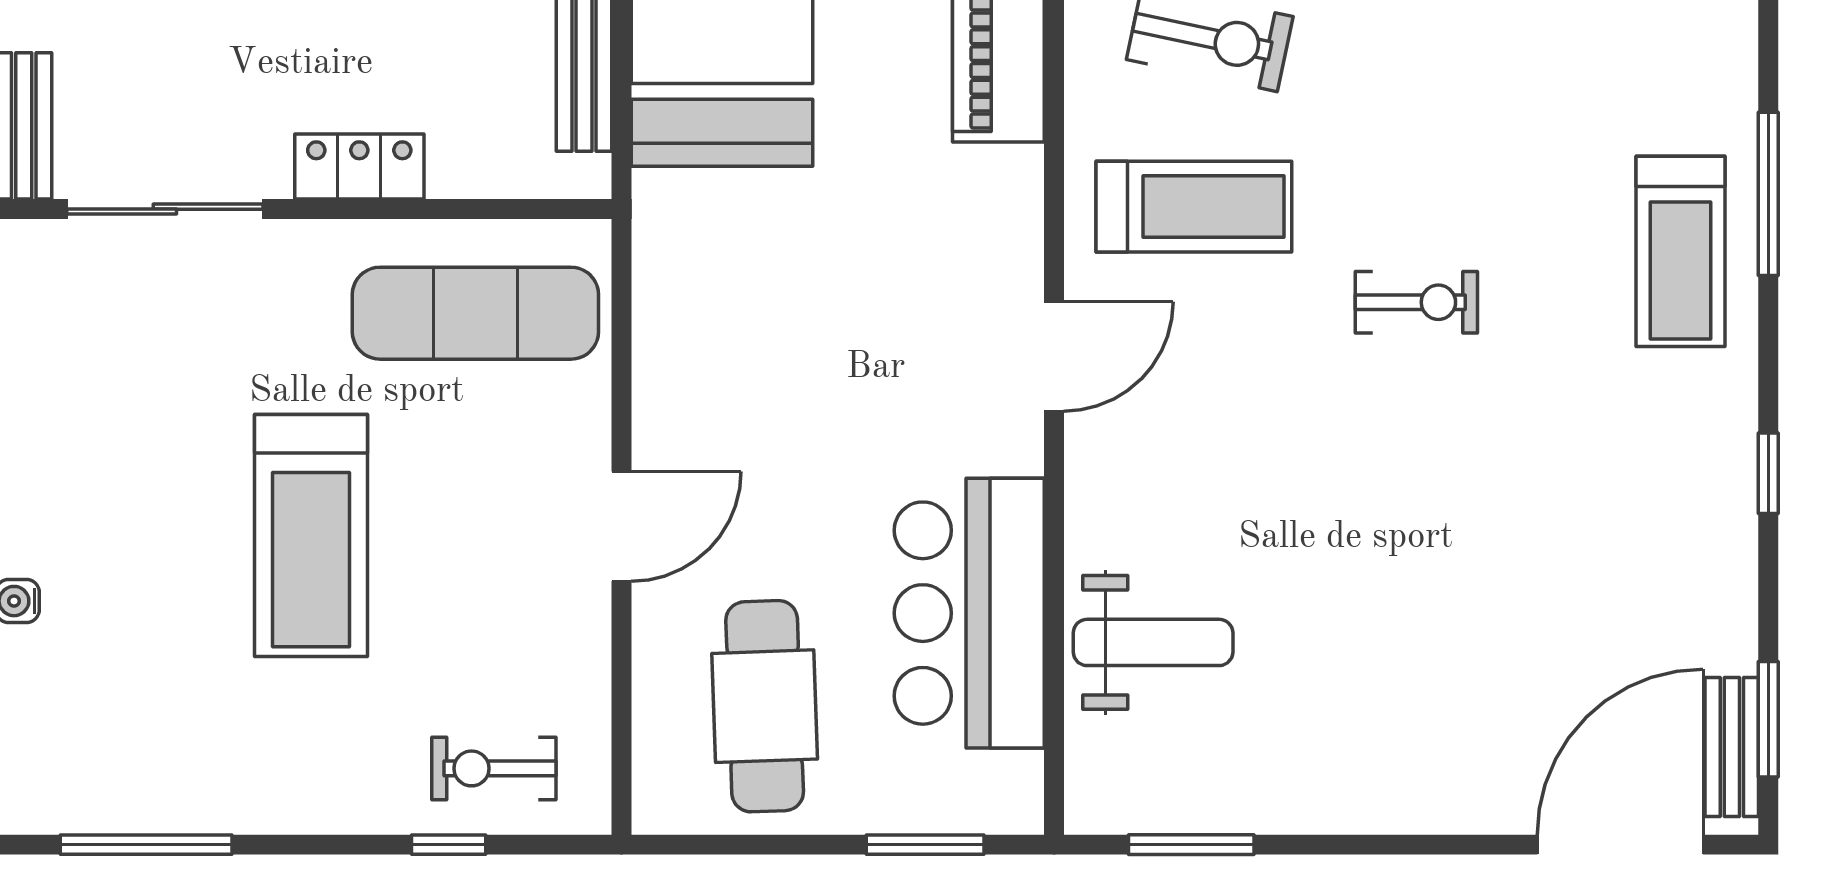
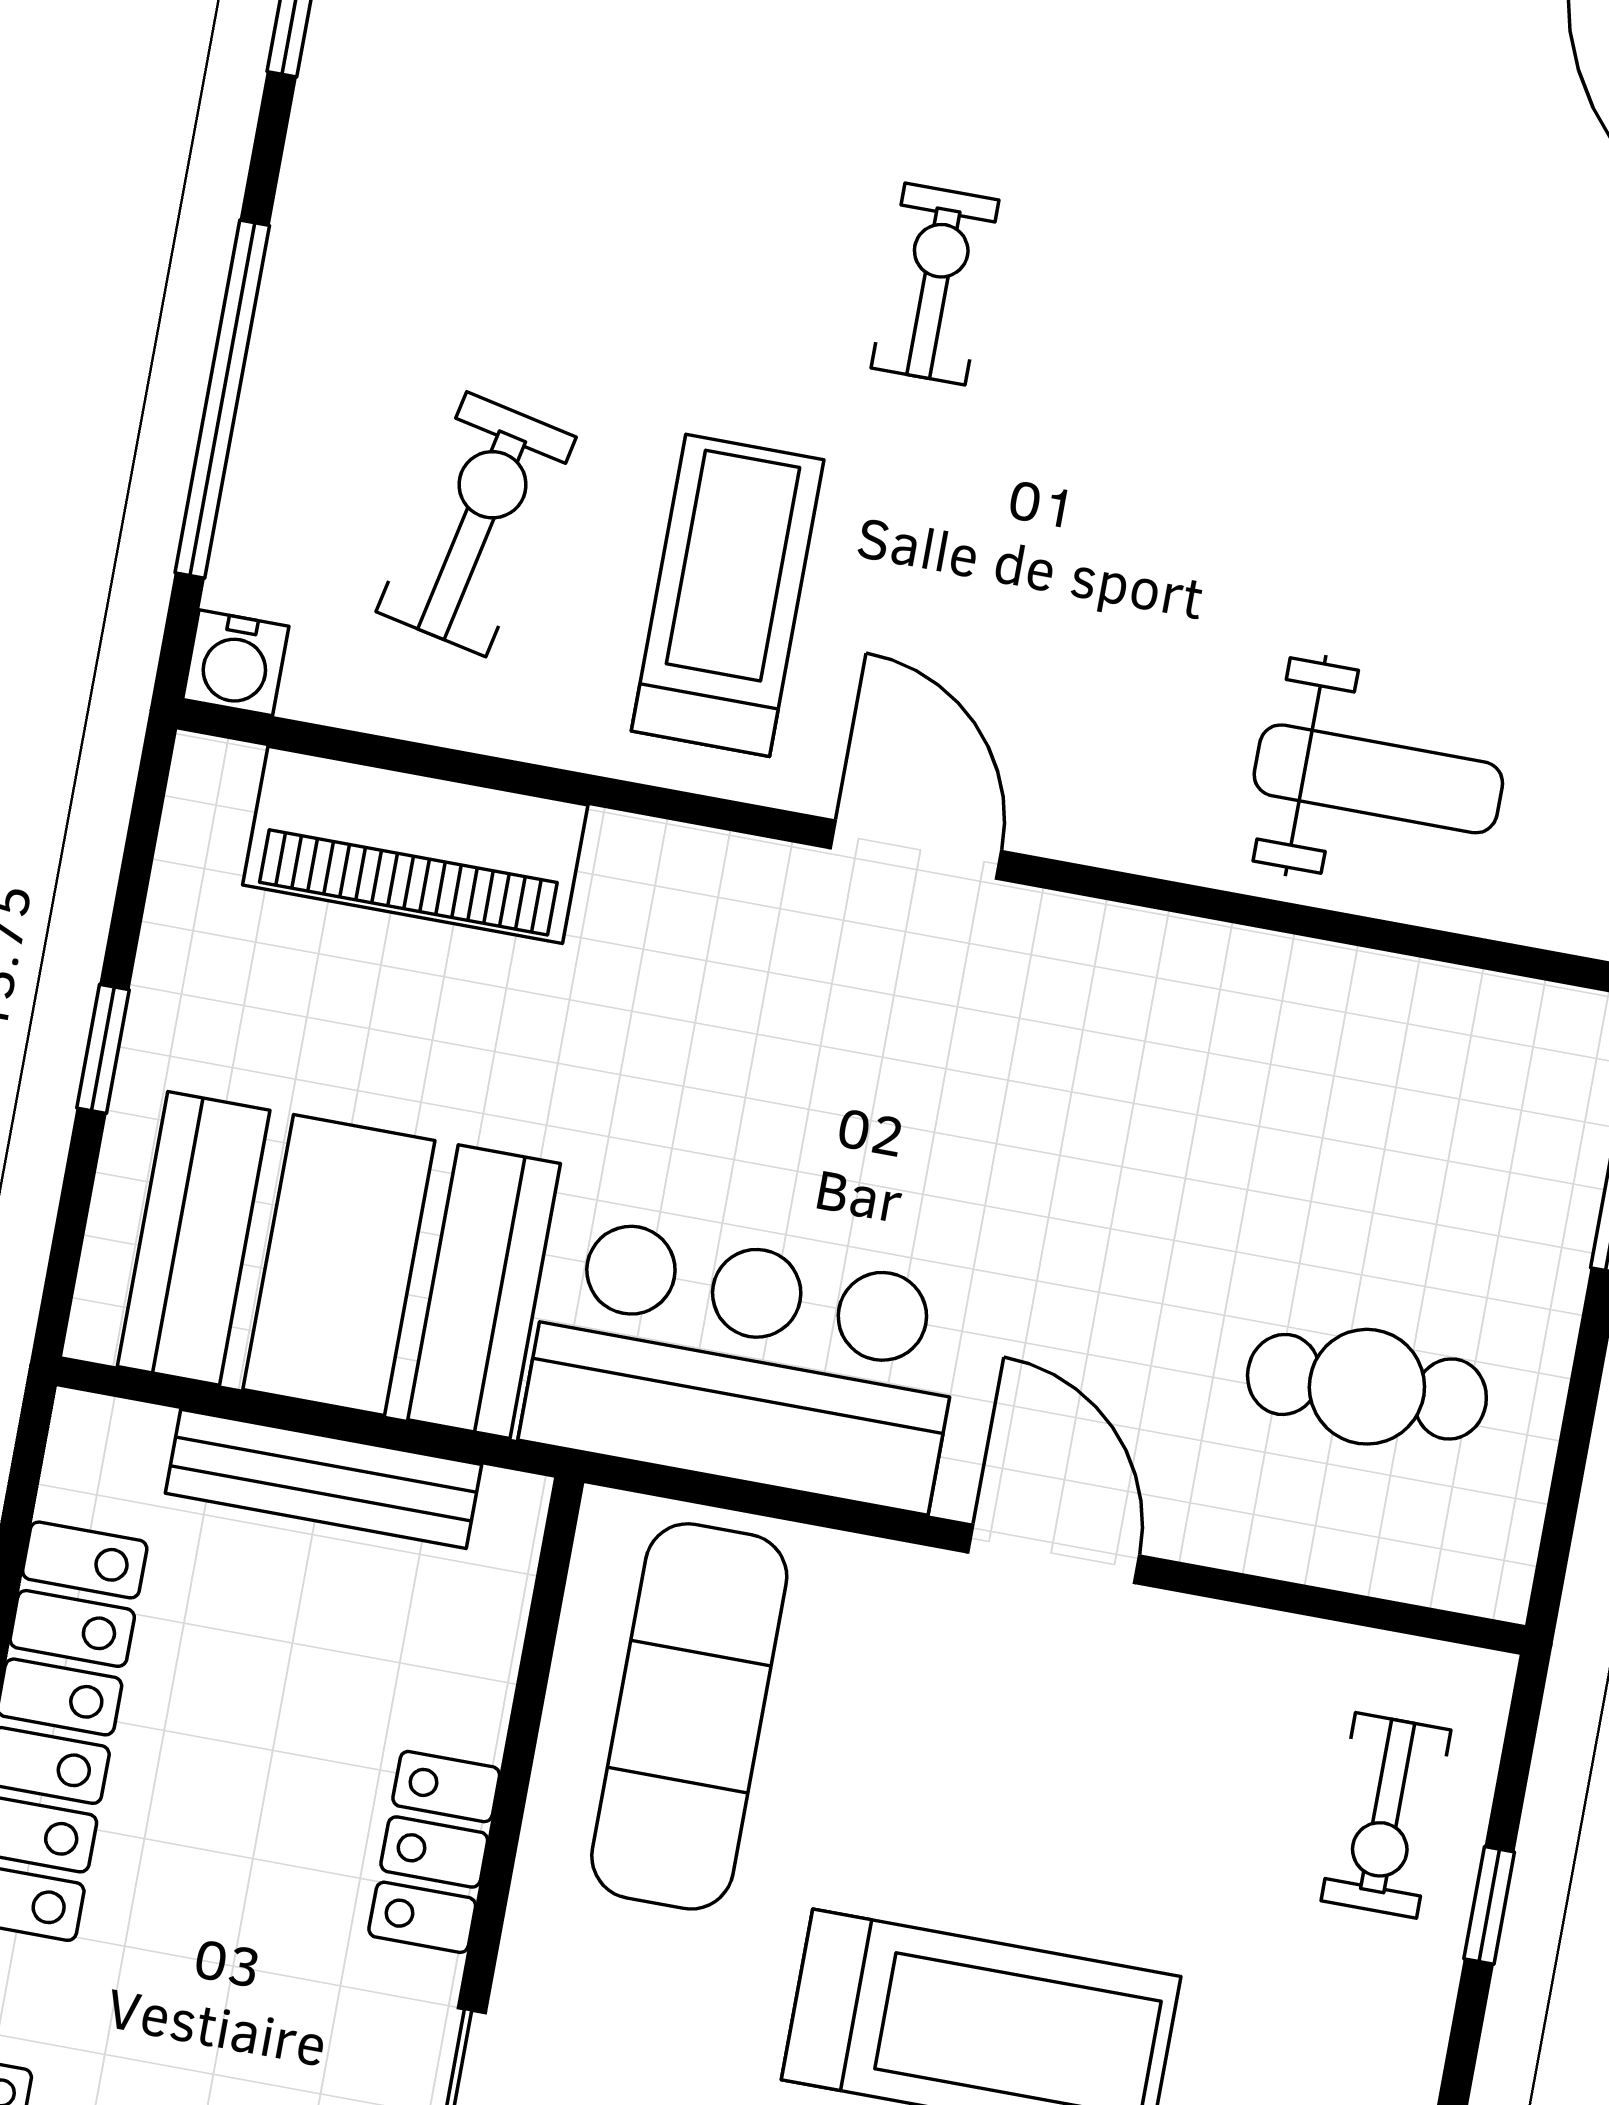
bar counter: (969, 613) -> (744, 1364), moved, turned 180
weight bench: (1153, 642) -> (1378, 779), turned 90
cafe table: (765, 706) -> (1367, 1387), width x0.73, depth x0.74

